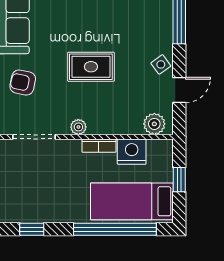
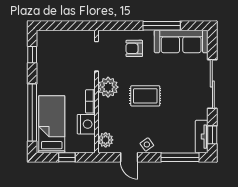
rug: (91, 67) -> (145, 96), turned 90
armchair: (23, 83) -> (134, 48), turned -102
plant: (78, 127) -> (108, 87), width x1.88, depth x1.88

